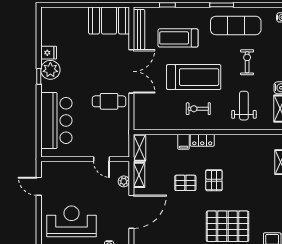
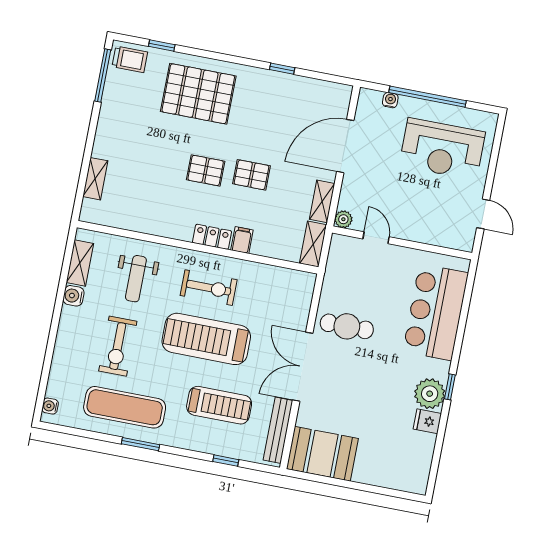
exercise bike: (247, 62) -> (118, 346), width x1.38, depth x1.39
exercise bike: (198, 109) -> (209, 288), width x1.38, depth x1.39
pallet: (214, 180) -> (206, 170), turned 90
plant: (124, 181) -> (343, 219), moved

